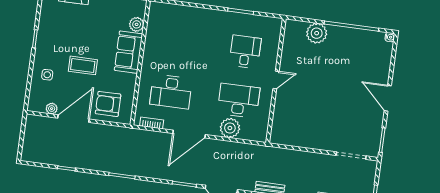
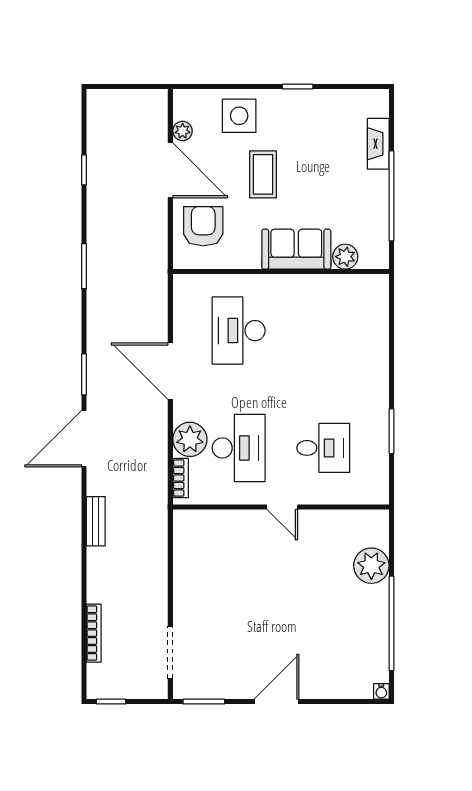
side table: (47, 75) -> (239, 116), width x1.87, depth x1.87
bookcase: (152, 123) -> (181, 478), moved

